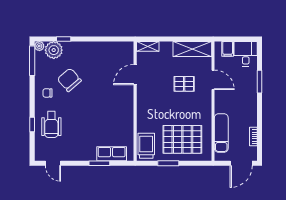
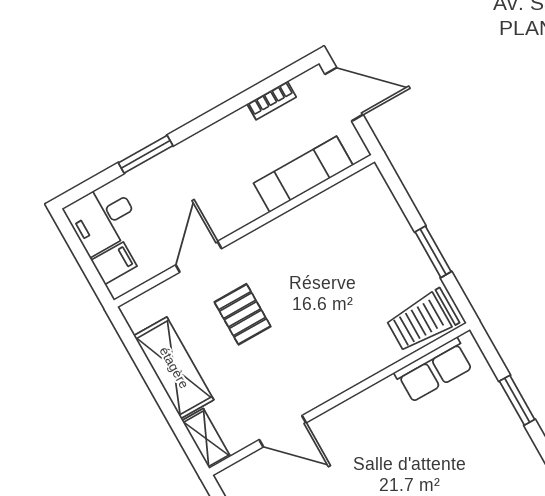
shelving: (192, 49) -> (174, 368), moved
pallet: (182, 139) -> (365, 250), removed
row of seats: (112, 154) -> (434, 370), moved, turned -90

